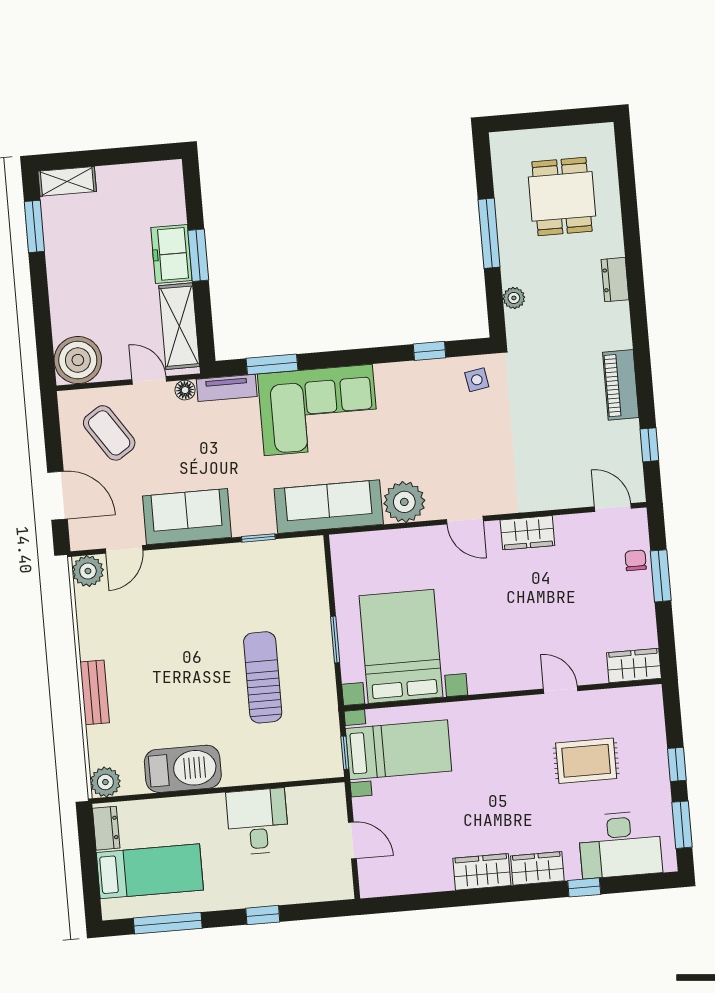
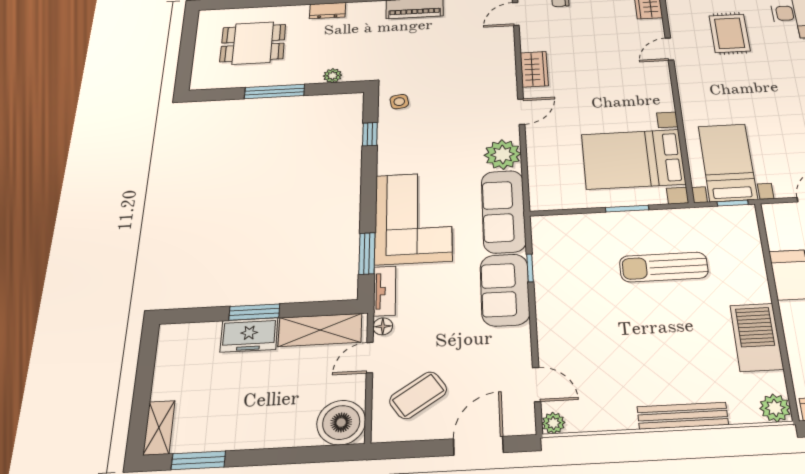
sofa: (187, 517) -> (505, 290), moved
plant: (88, 571) -> (553, 423), width x0.73, depth x0.73
bench: (95, 692) -> (683, 416), width x1.36

